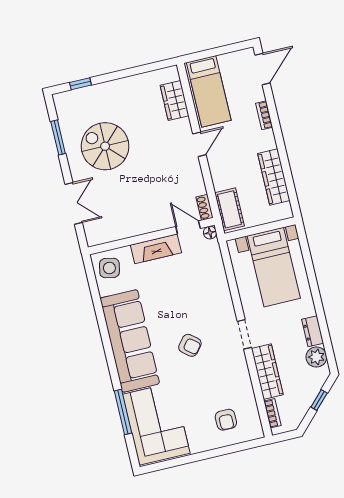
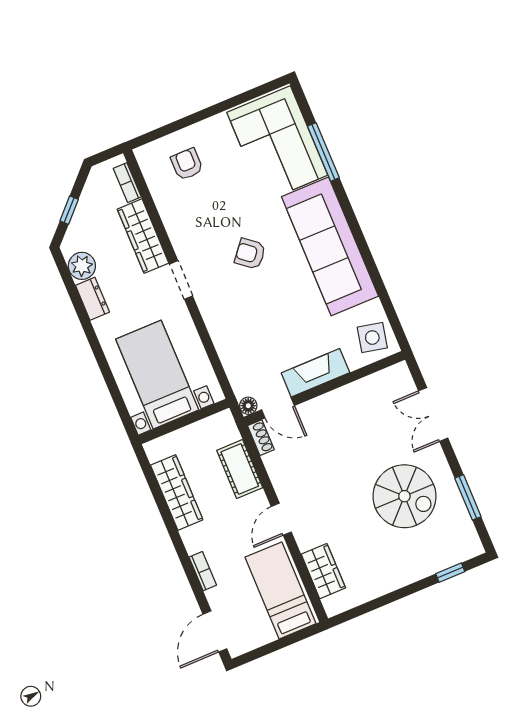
cot: (229, 209) -> (240, 469), moved

